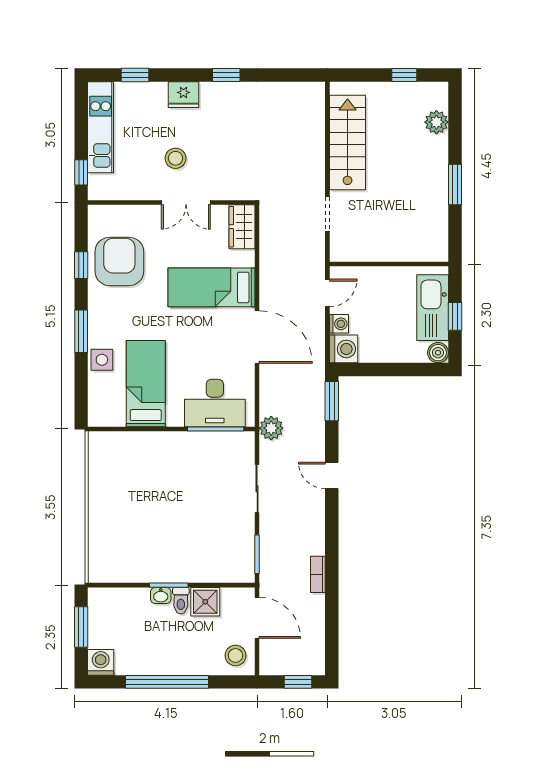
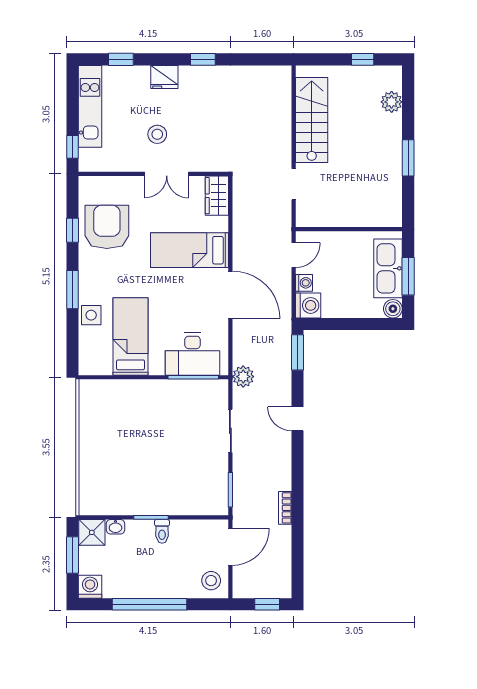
window: (455, 316) -> (408, 276), width x1.50
washbasin: (161, 595) -> (115, 527), moved
shower: (205, 602) -> (92, 532), moved
door: (257, 618) -> (230, 547), hinge flipped

